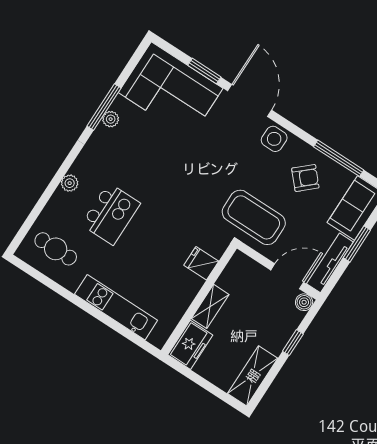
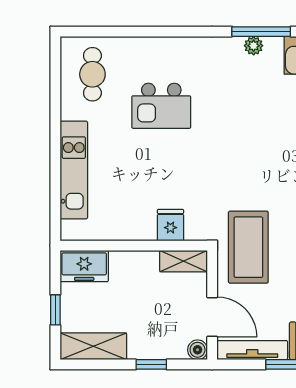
plant: (70, 183) -> (165, 46), removed
shelving: (210, 306) -> (184, 261), moved
window: (208, 386) -> (55, 310), added

